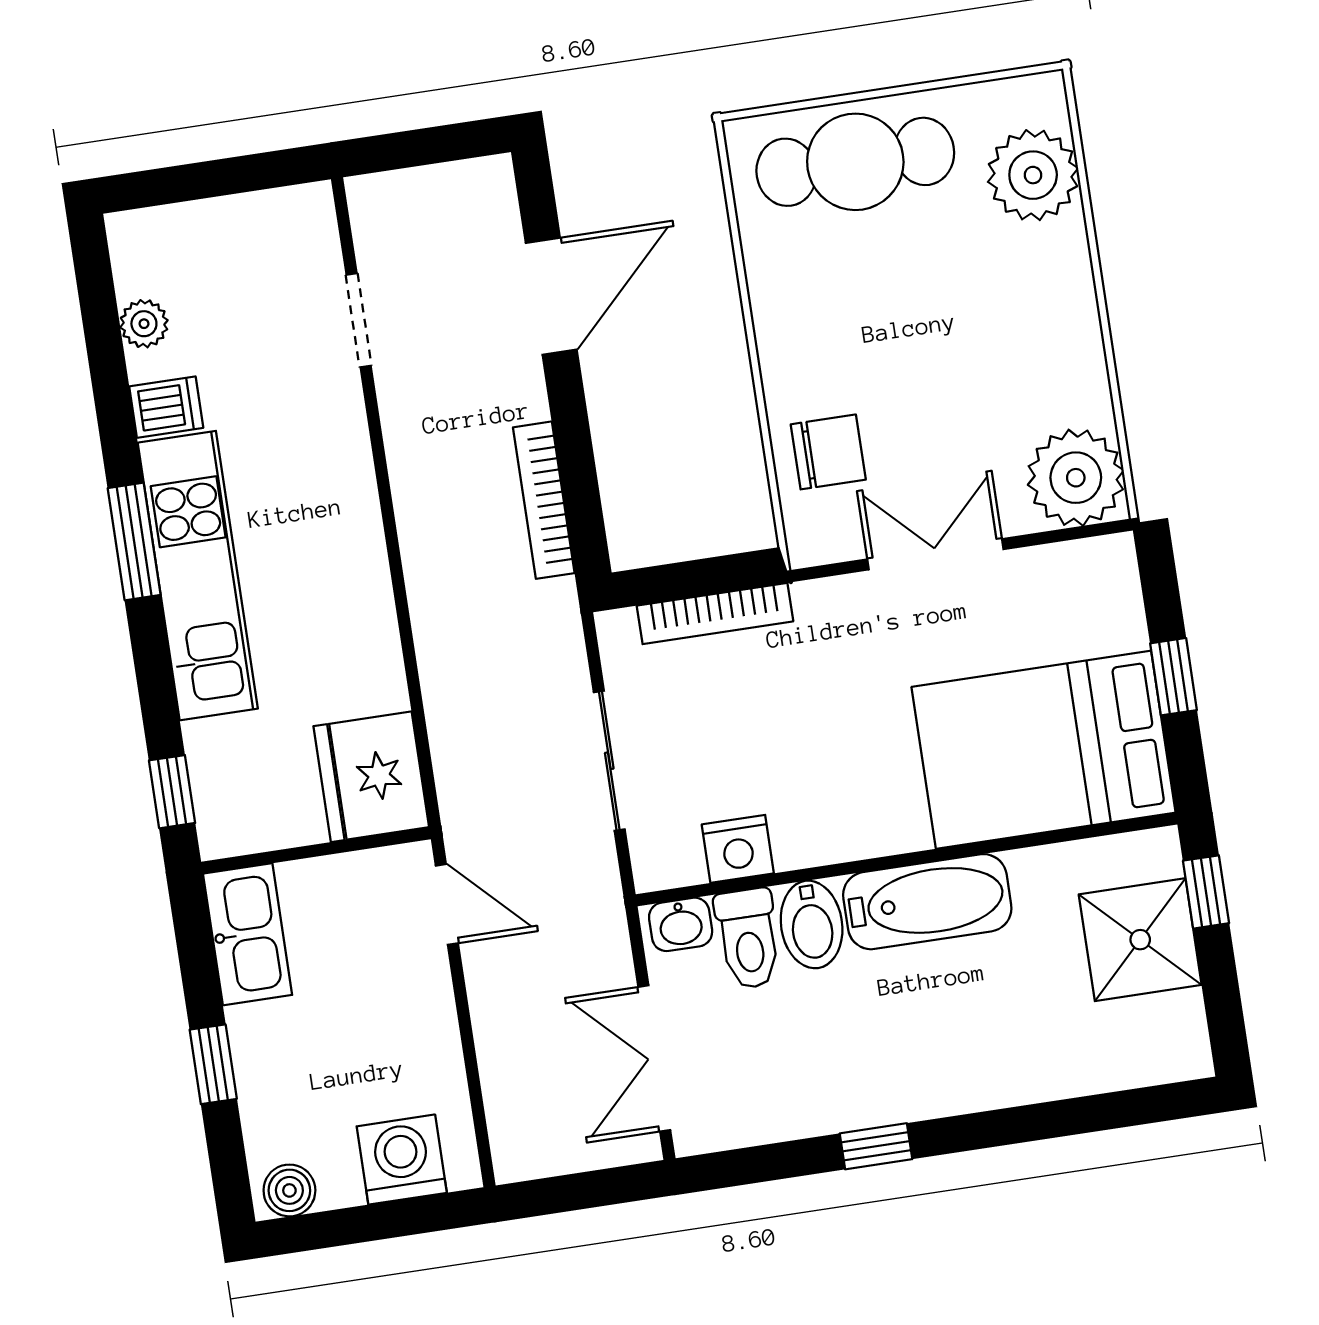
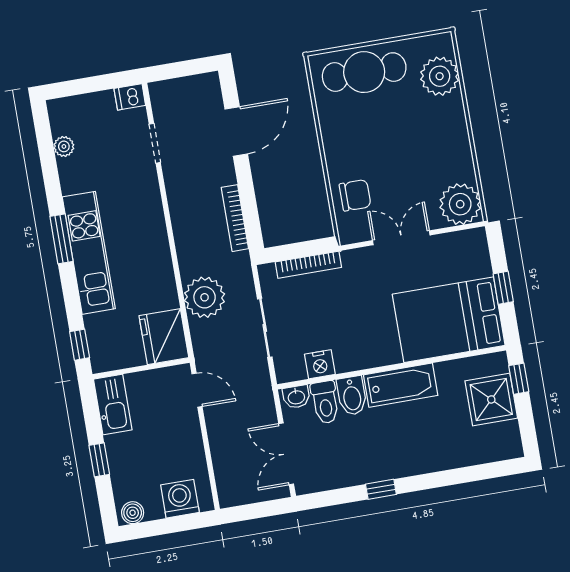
dishwasher: (166, 407) -> (130, 97), moved, turned 180
plant: (469, 686) -> (205, 297), added

